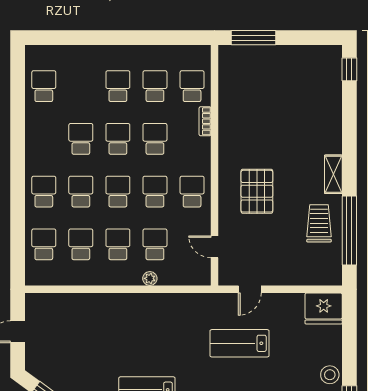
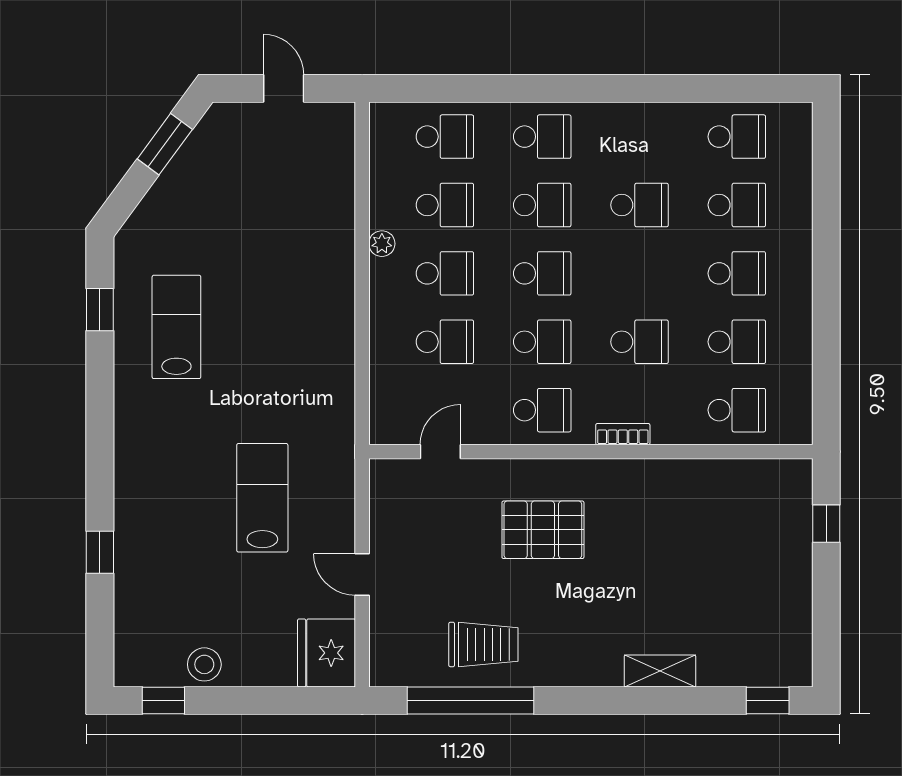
window: (254, 38) -> (826, 524), width x0.46
bookcase: (205, 121) -> (623, 434), moved
school desk: (118, 139) -> (737, 205), moved
shelving: (333, 174) -> (660, 671), moved
plant: (150, 278) -> (382, 244), moved
door: (250, 289) -> (362, 574), moved

